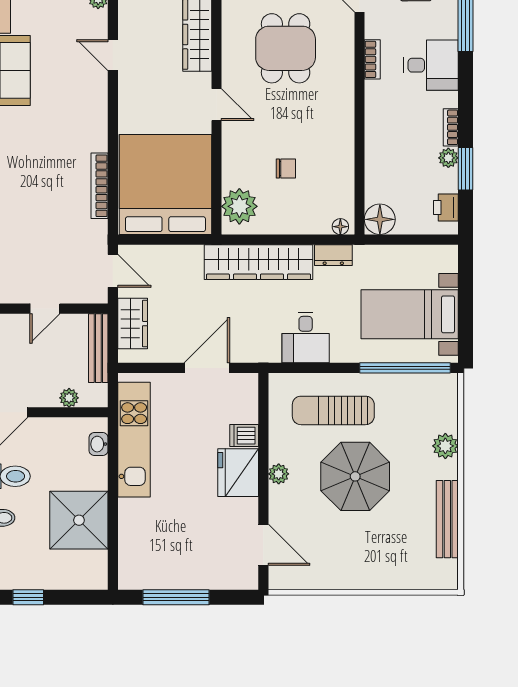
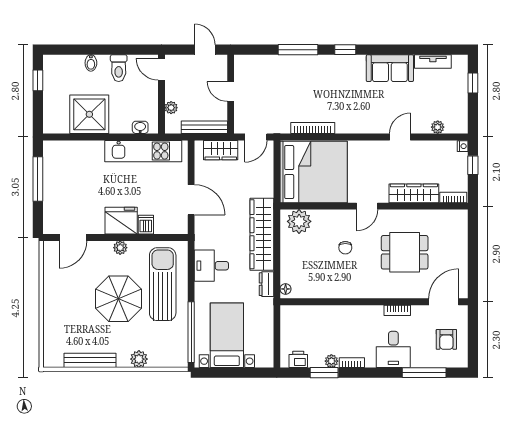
chair: (286, 168) -> (345, 248), moved
floor lamp: (380, 219) -> (290, 315), removed
sun lounger: (333, 410) -> (163, 284), width x1.36, depth x1.34

